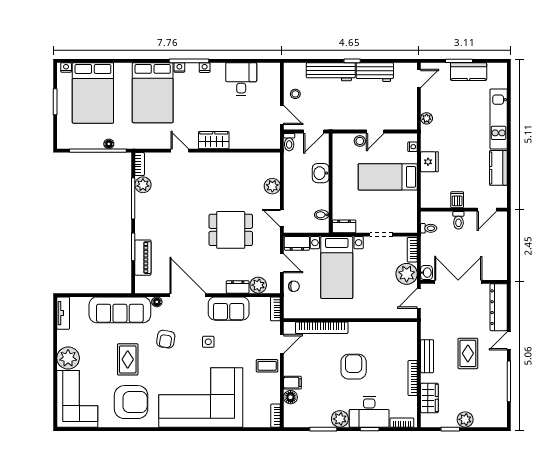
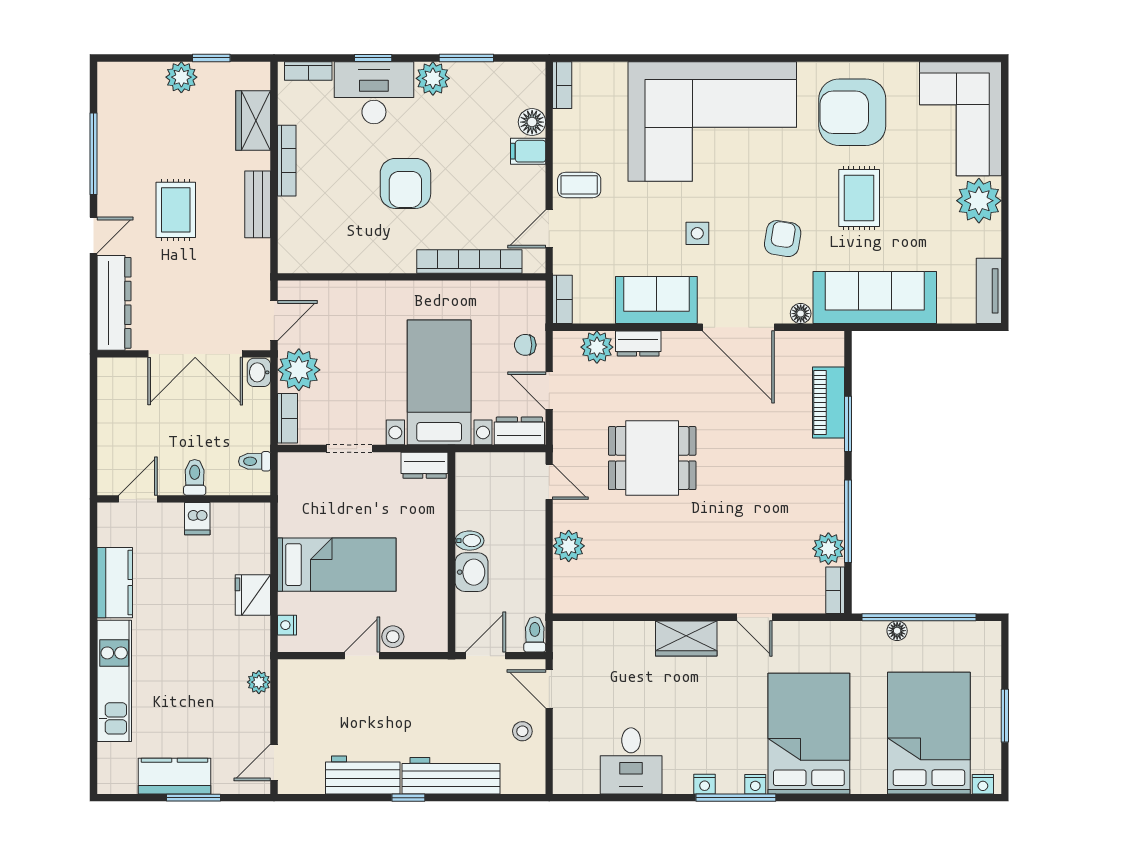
bidet: (322, 215) -> (469, 541), moved

